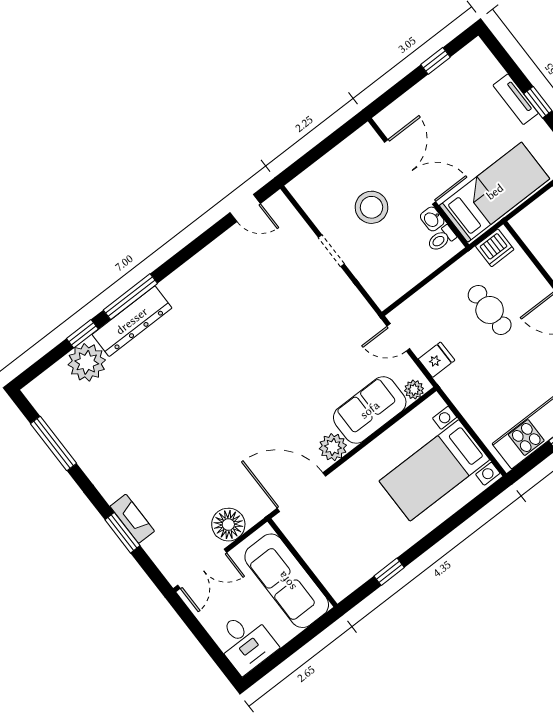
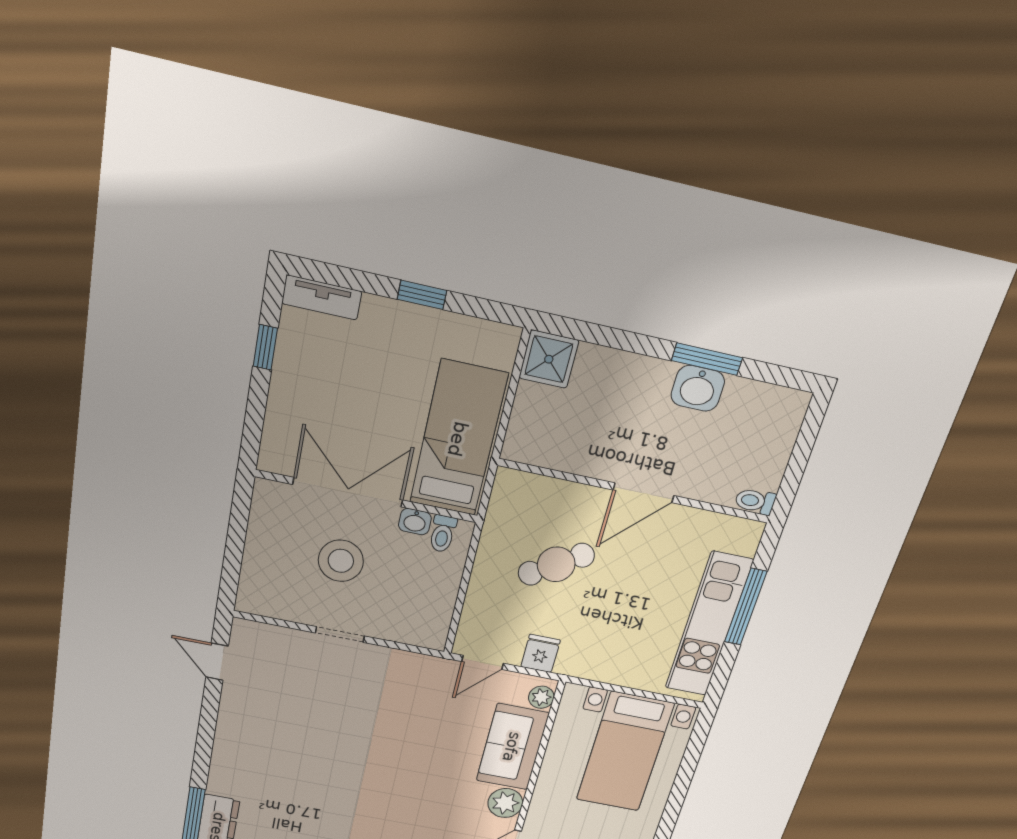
tv unit: (516, 99) -> (322, 297), moved
door: (245, 208) -> (217, 662), swing flipped
dishwasher: (495, 248) -> (508, 497), removed
cafe table: (490, 310) -> (556, 564), turned -33

